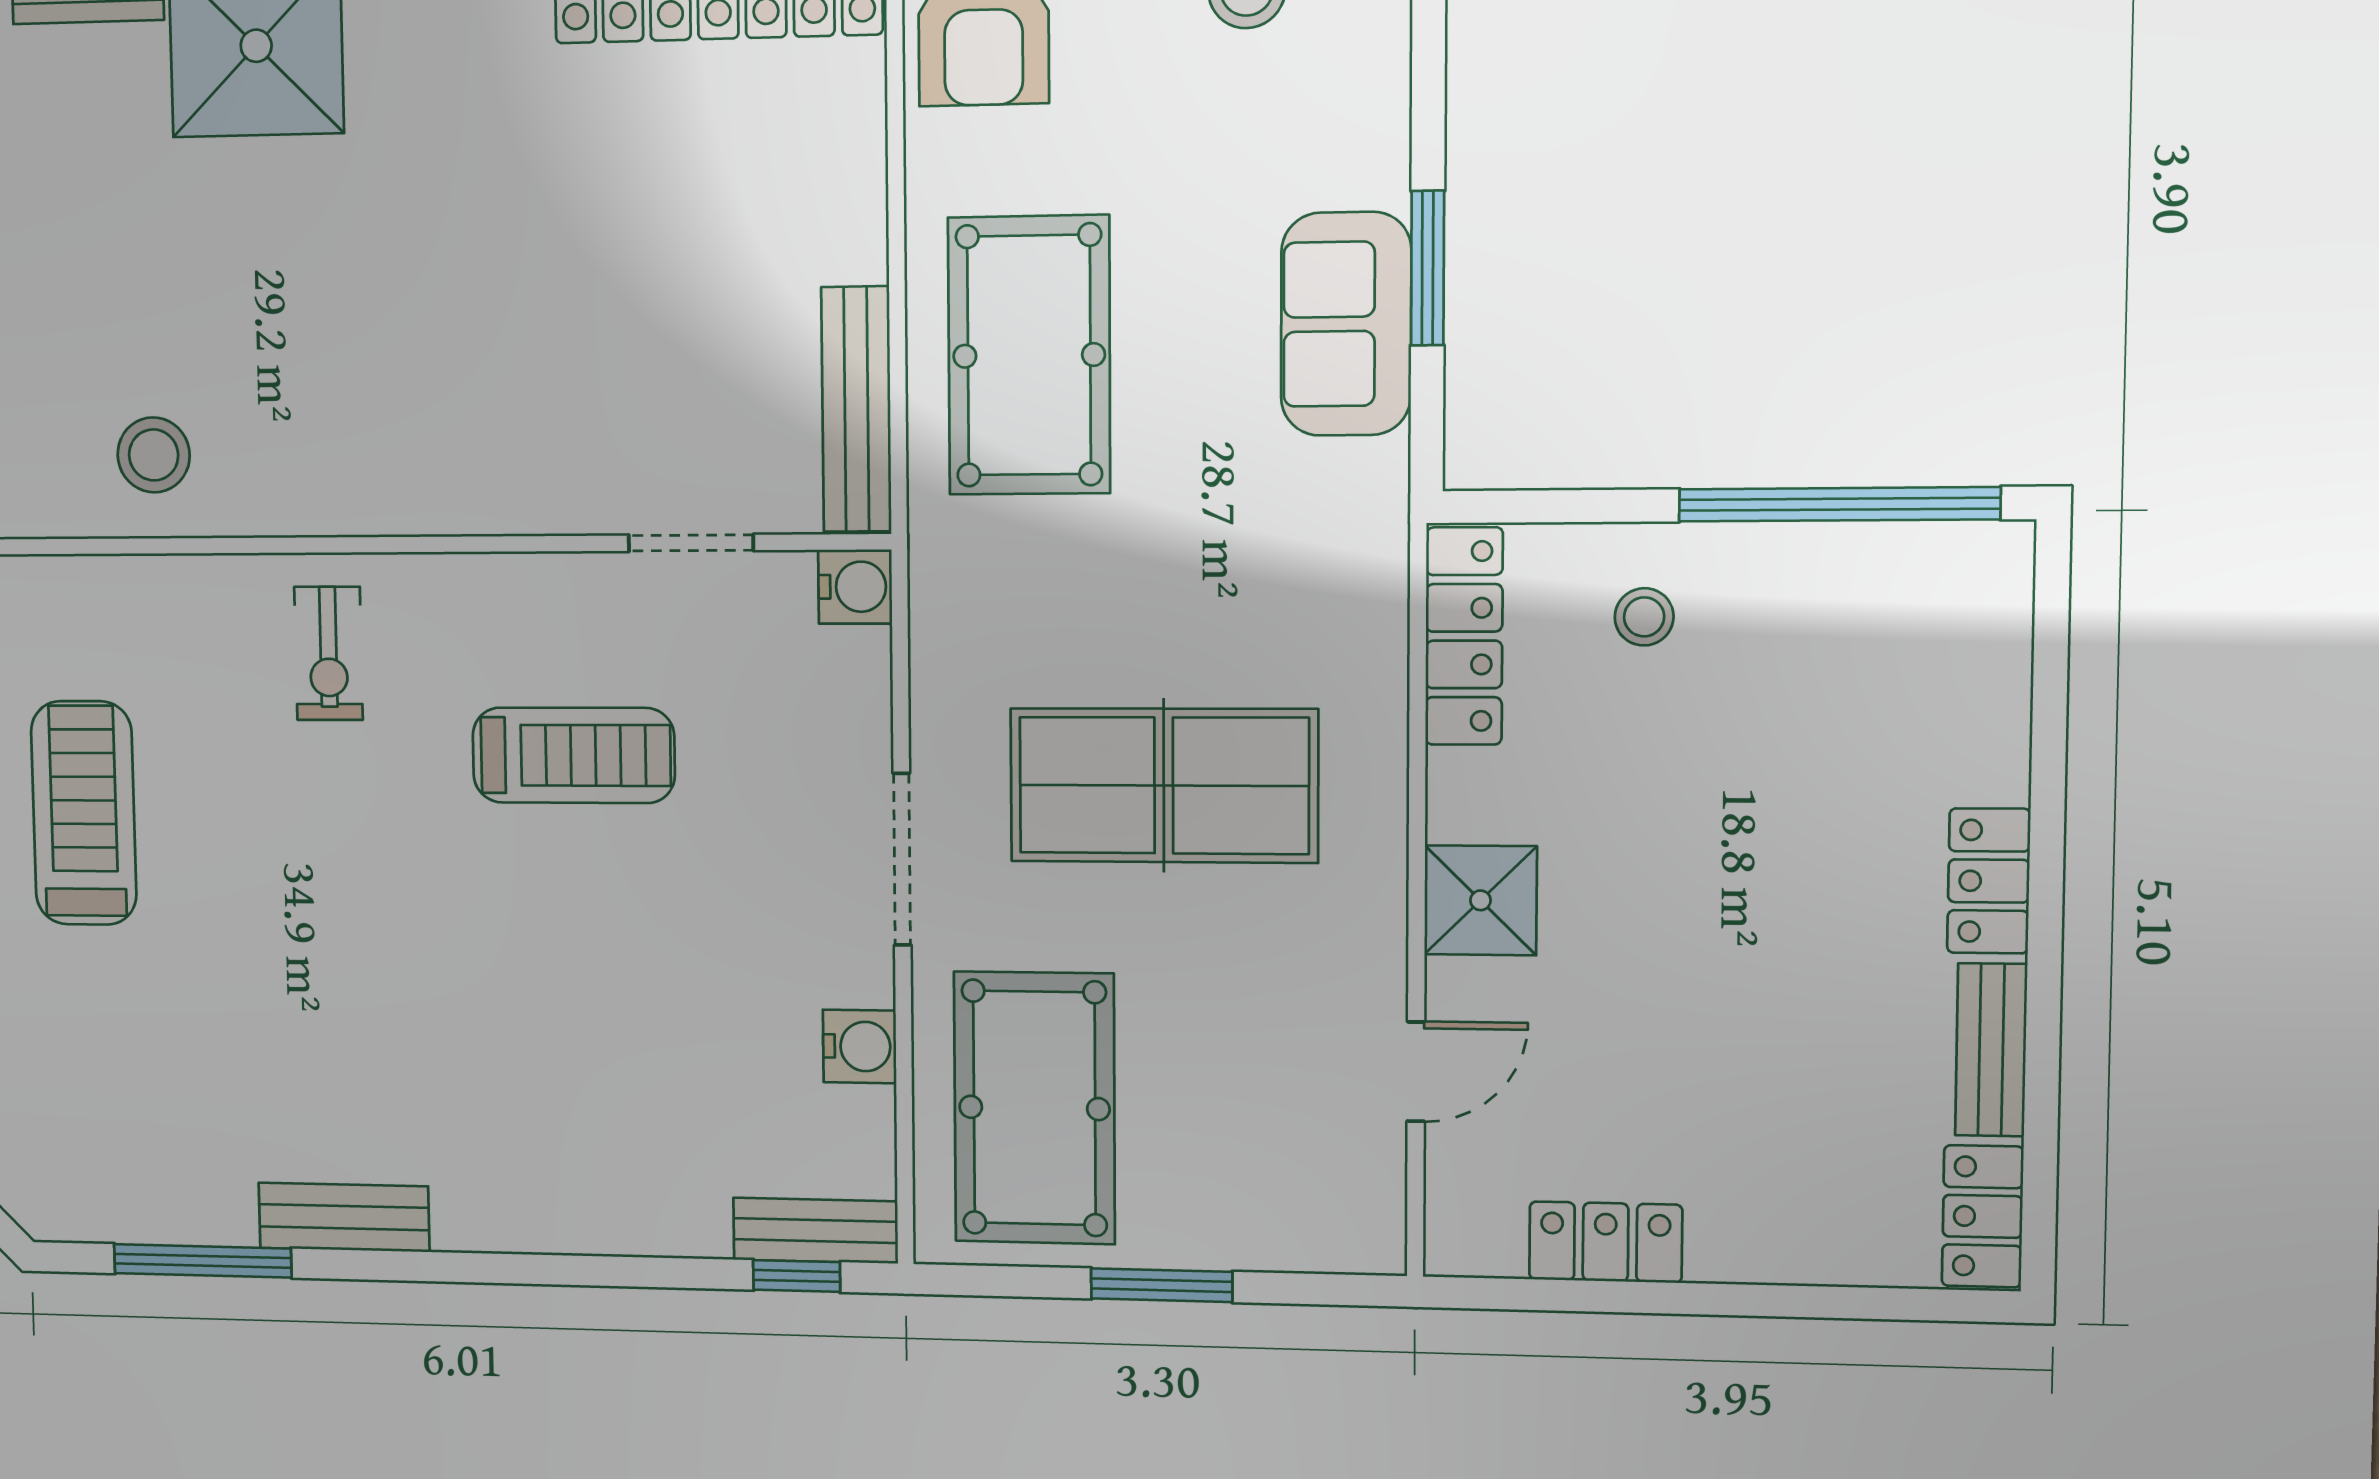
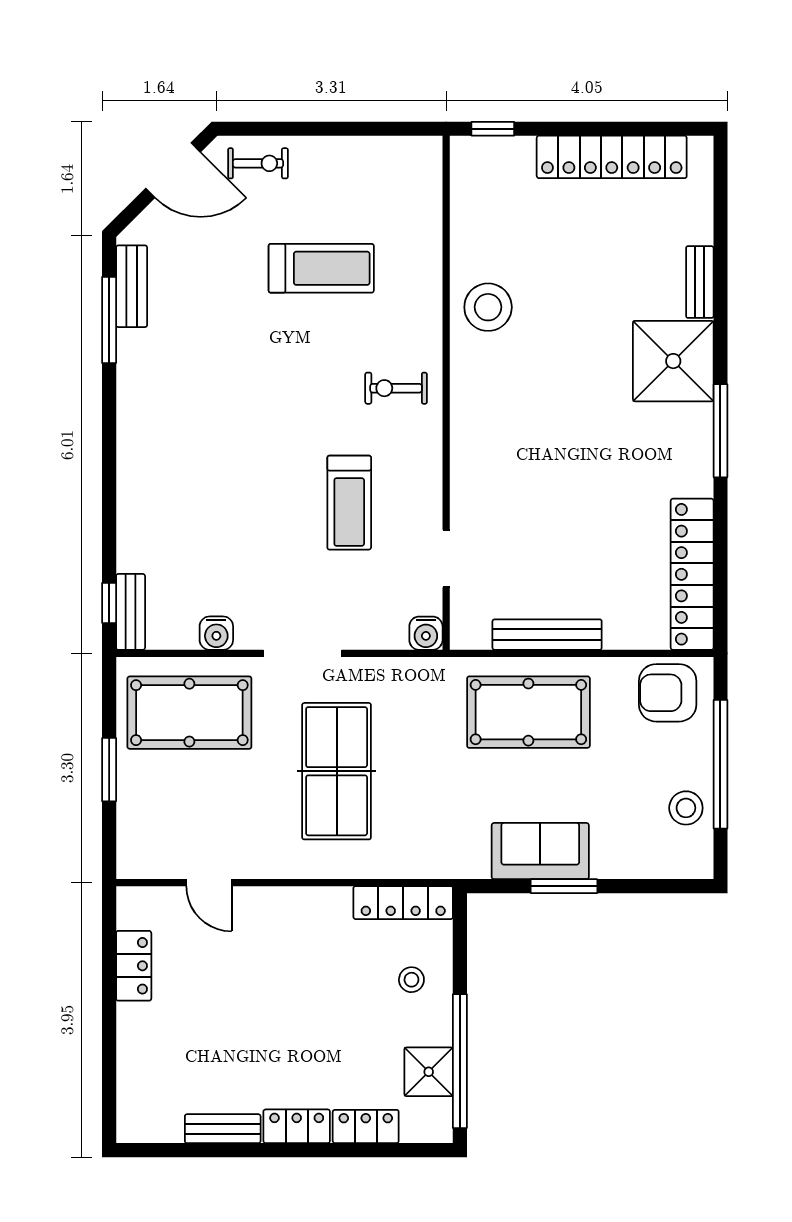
bench: (856, 409) -> (547, 635), moved
stool: (154, 455) -> (488, 307), width x1.38, depth x1.38
shower: (1480, 900) -> (429, 1072), moved
locker: (1983, 1216) -> (366, 1126), moved
bench: (344, 1217) -> (132, 286), moved

